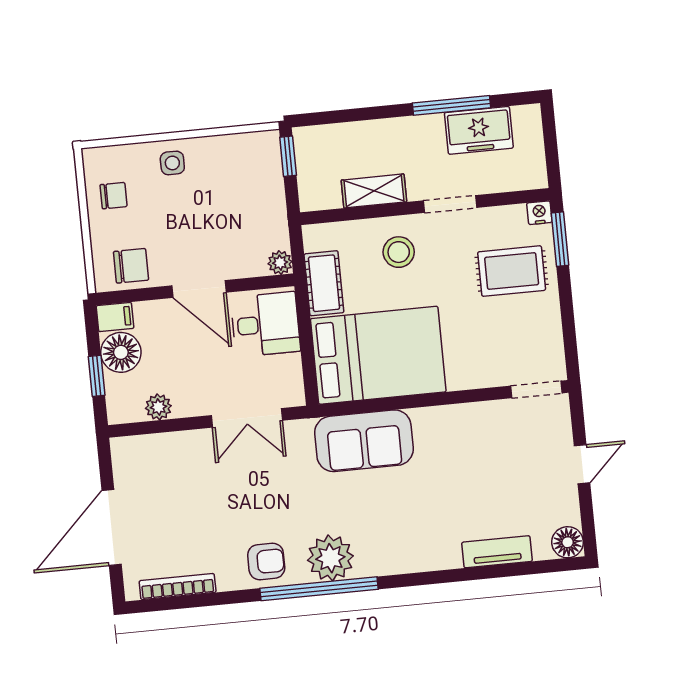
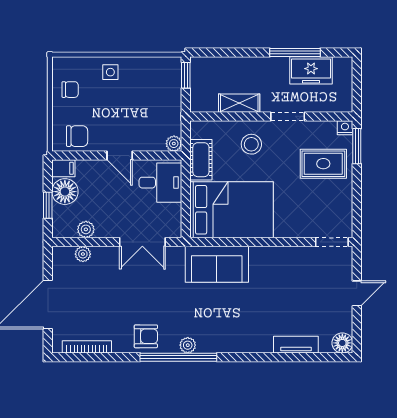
door: (199, 289) -> (120, 156), width x0.73
plant: (158, 445) -> (83, 254), added
plant: (330, 558) -> (188, 345), width x0.53, depth x0.53

